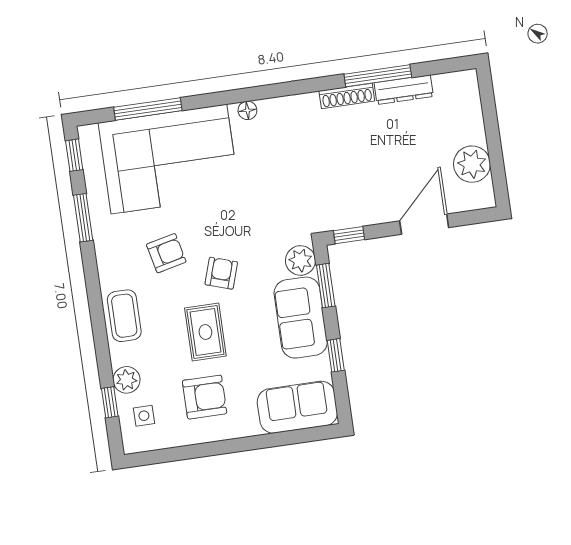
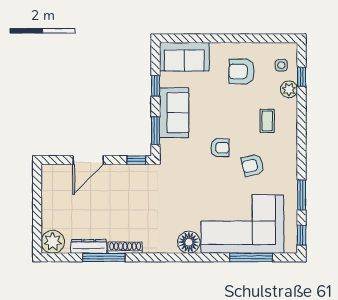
floor lamp: (247, 110) -> (189, 242), width x1.89, depth x1.89
plant: (472, 164) -> (53, 242), moved
plant: (300, 260) -> (169, 149), removed
armchair: (221, 273) -> (220, 148), turned -108
coffee table: (124, 316) -> (267, 121), moved, width x0.73, depth x0.77
rug: (205, 332) -> (235, 112), removed

